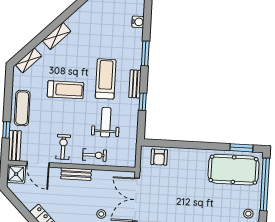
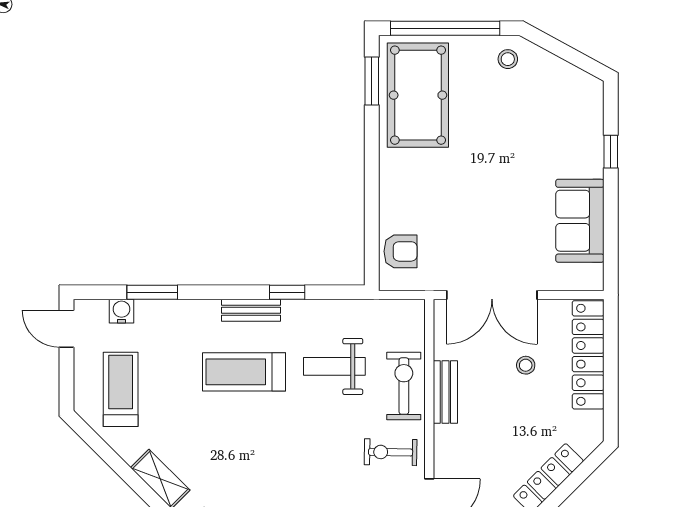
window: (145, 53) -> (152, 292), moved
treadmill: (65, 90) -> (121, 389), moved
exercise bike: (95, 155) -> (404, 386), width x1.38, depth x1.39
bench: (76, 174) -> (445, 392), moved

